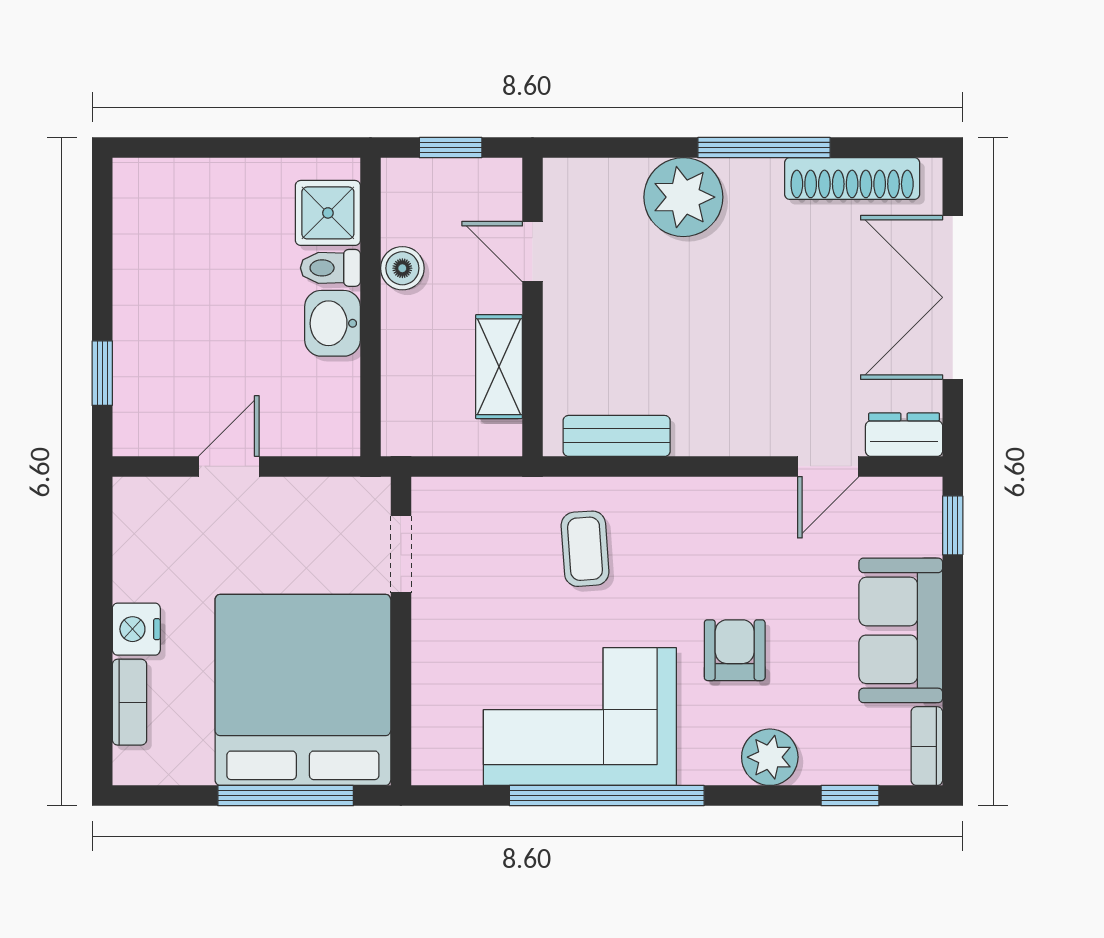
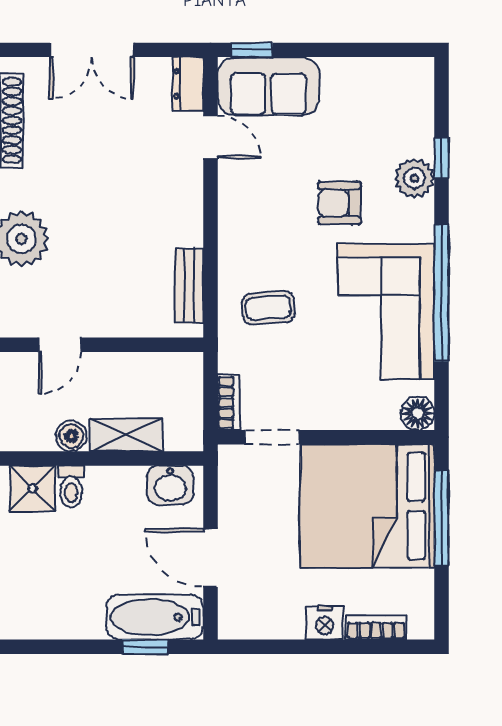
double door: (953, 297) -> (92, 50), width x0.73
washbasin: (332, 323) -> (170, 485), moved
shelving: (499, 367) -> (126, 435), moved
bathtub: (145, 387) -> (155, 617), added
door: (229, 466) -> (210, 558), width x1.38
sofa: (901, 630) -> (268, 86), moved
bookcase: (927, 746) -> (229, 402), moved, turned -90
floor lamp: (435, 761) -> (418, 413), added
window: (850, 796) -> (441, 158), moved

